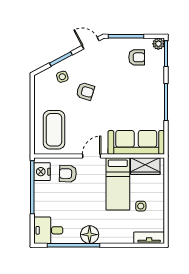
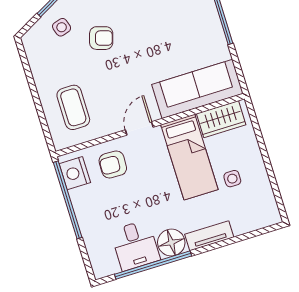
coffee table: (54, 130) -> (73, 107), width x0.73, depth x0.76
desk: (48, 230) -> (135, 245), moved, turned -90
tv unit: (149, 238) -> (209, 236), moved

